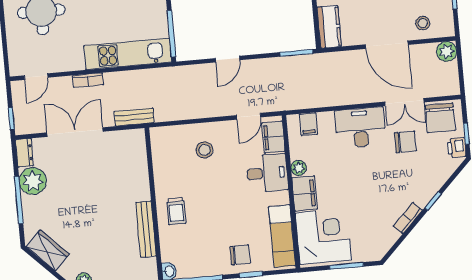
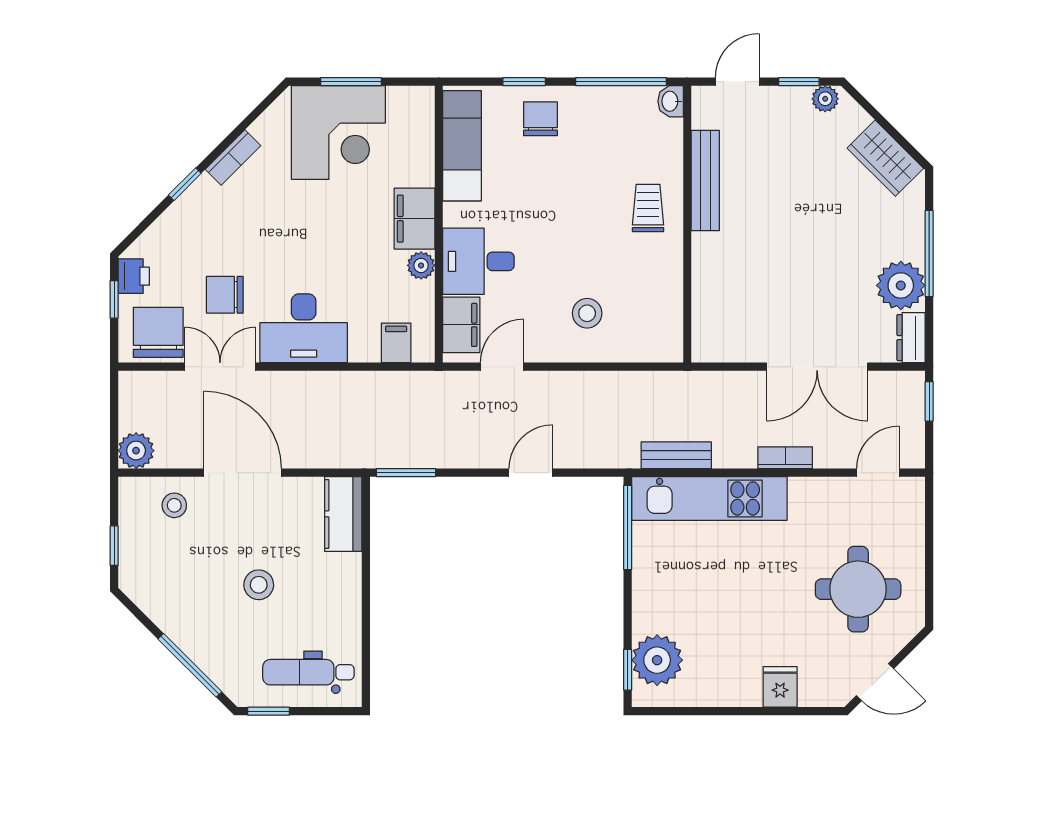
bench: (134, 117) -> (676, 455), moved
corner desk: (323, 236) -> (338, 133), moved, turned -90
chair: (240, 255) -> (540, 119), turned 90

